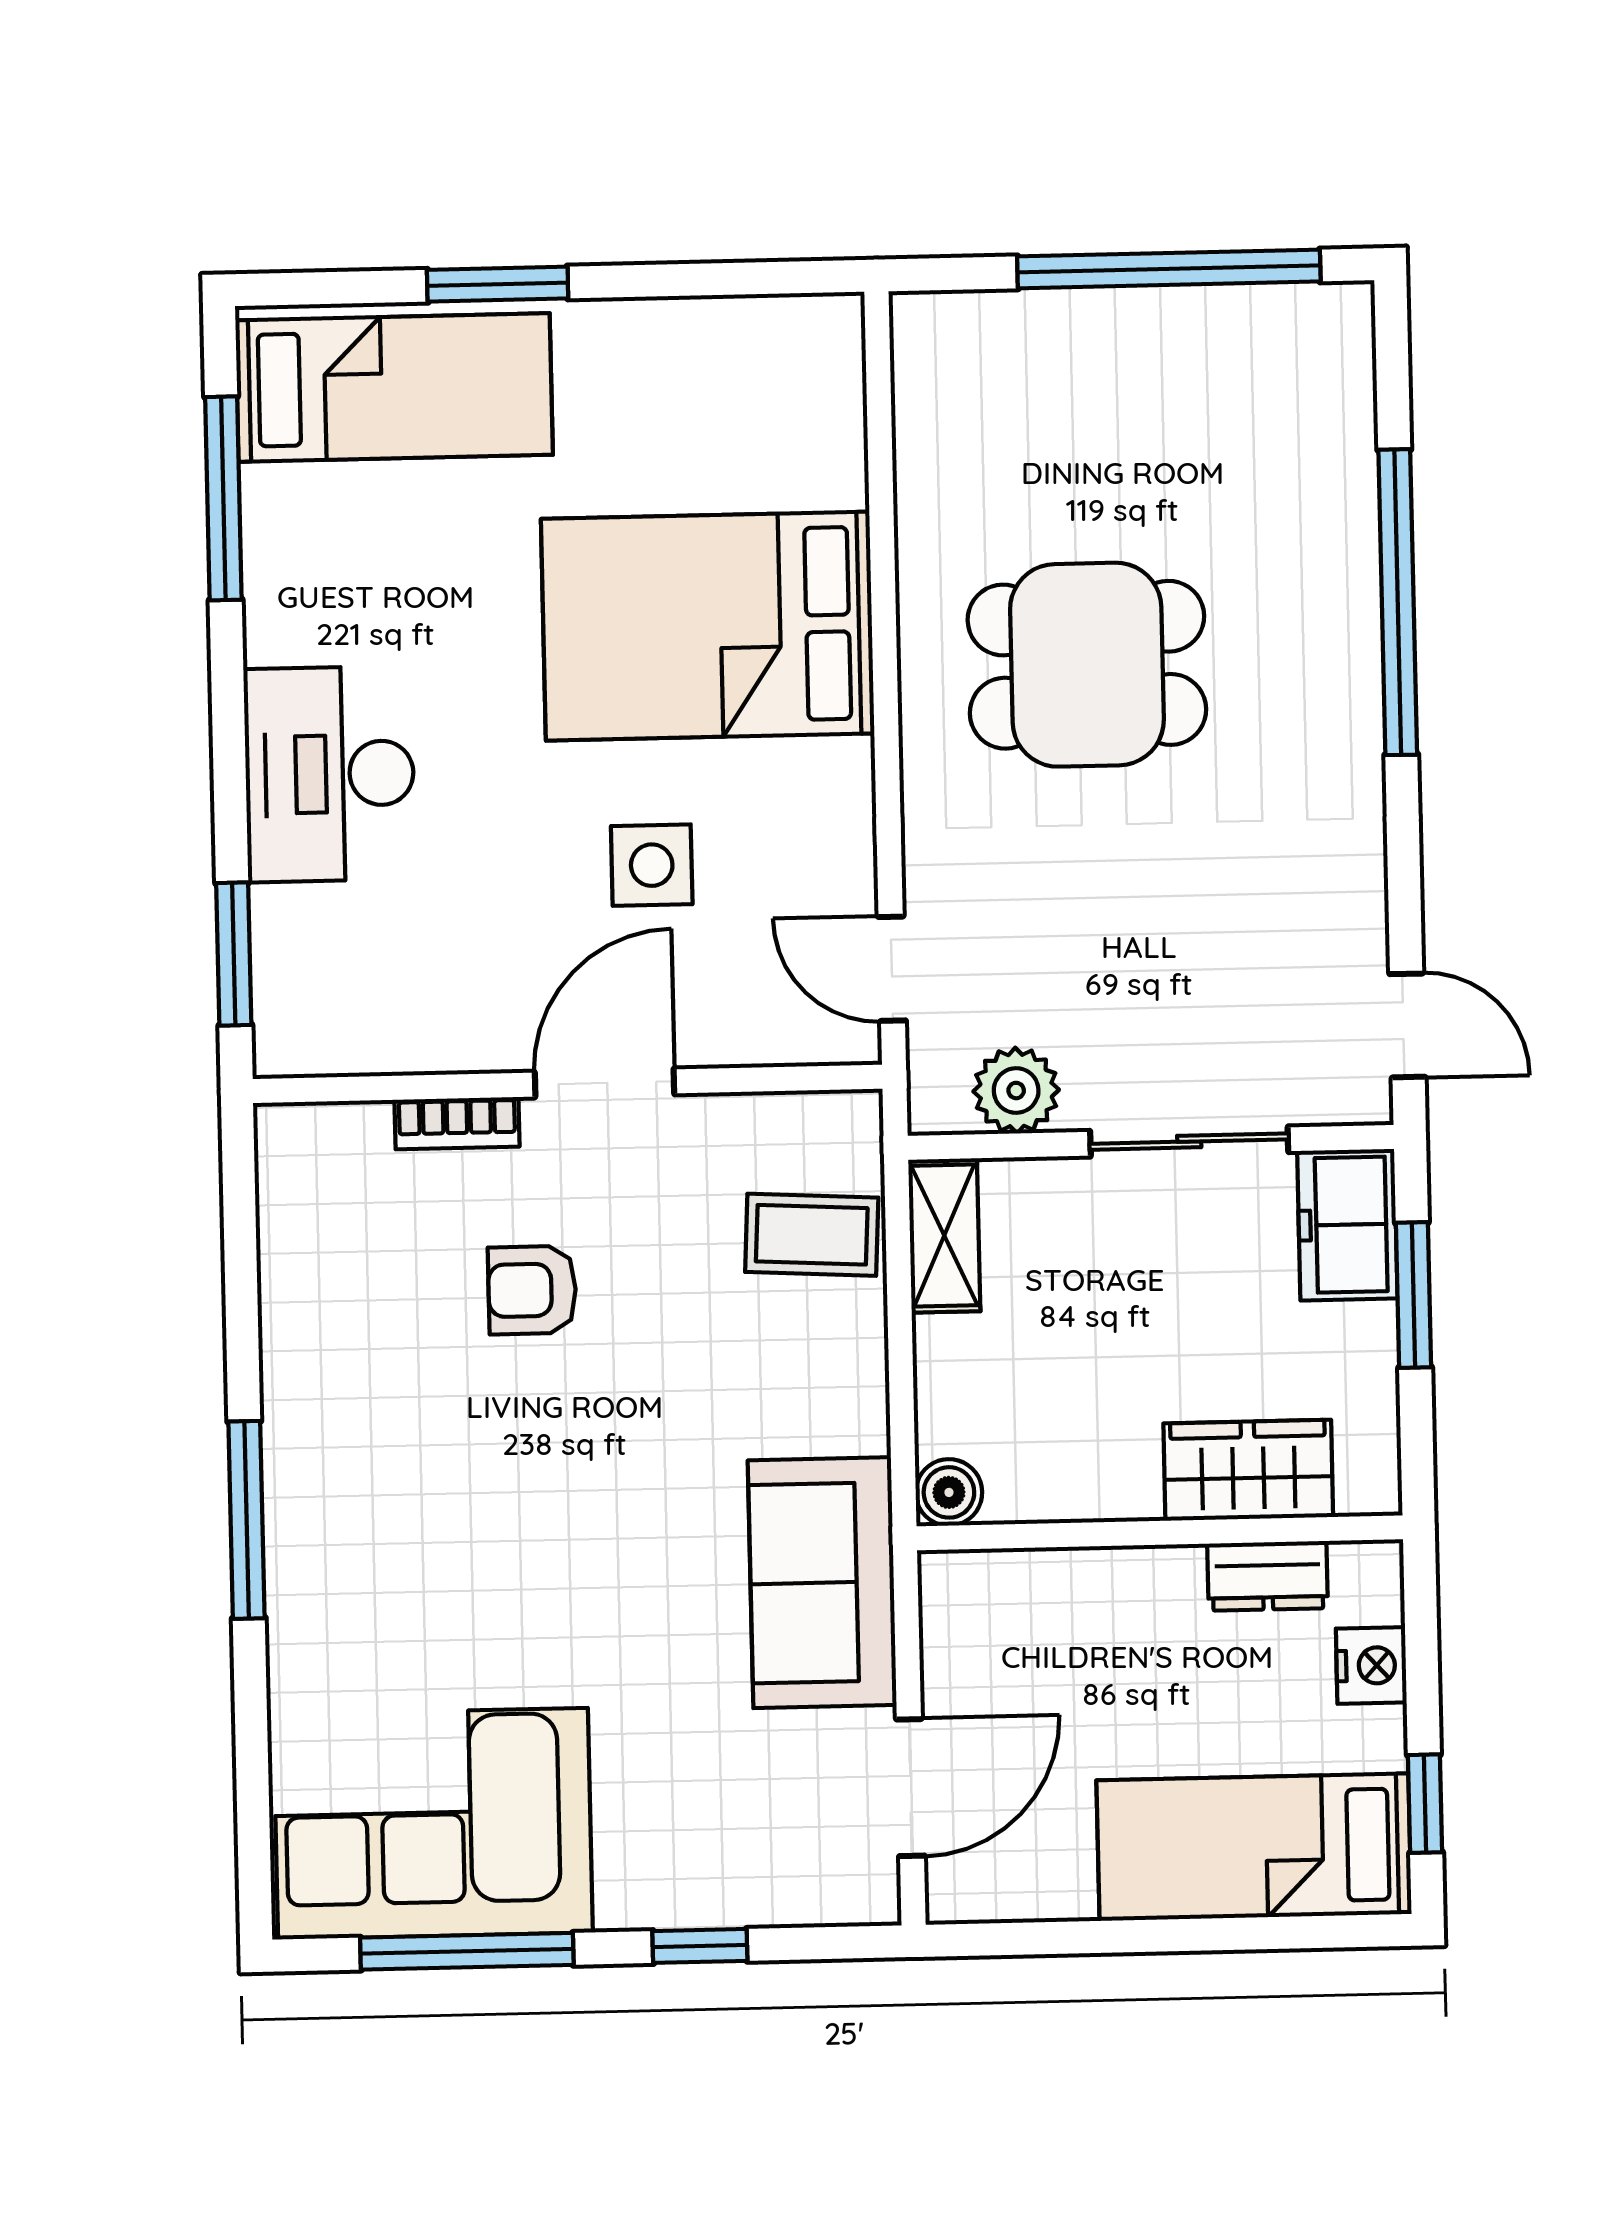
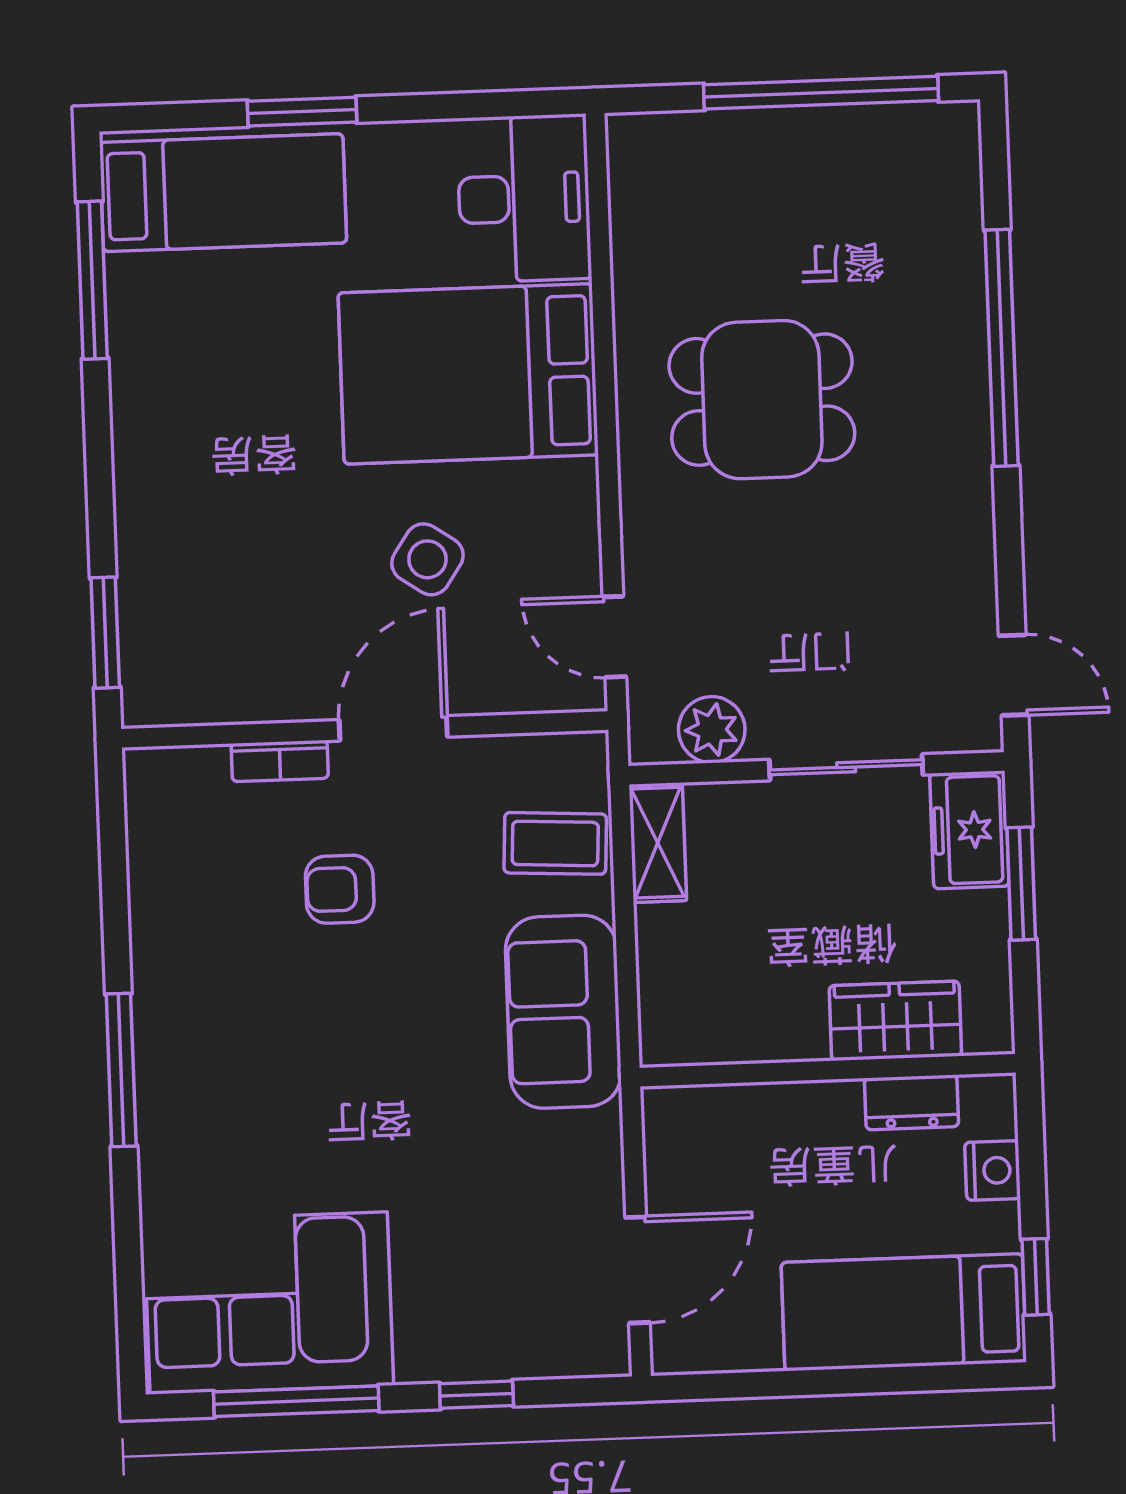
desk: (329, 774) -> (524, 198), moved, turned 180
side table: (652, 865) -> (427, 559), turned 34
boiler: (949, 1492) -> (664, 1041), removed
sofa: (822, 1583) -> (563, 1012), moved

